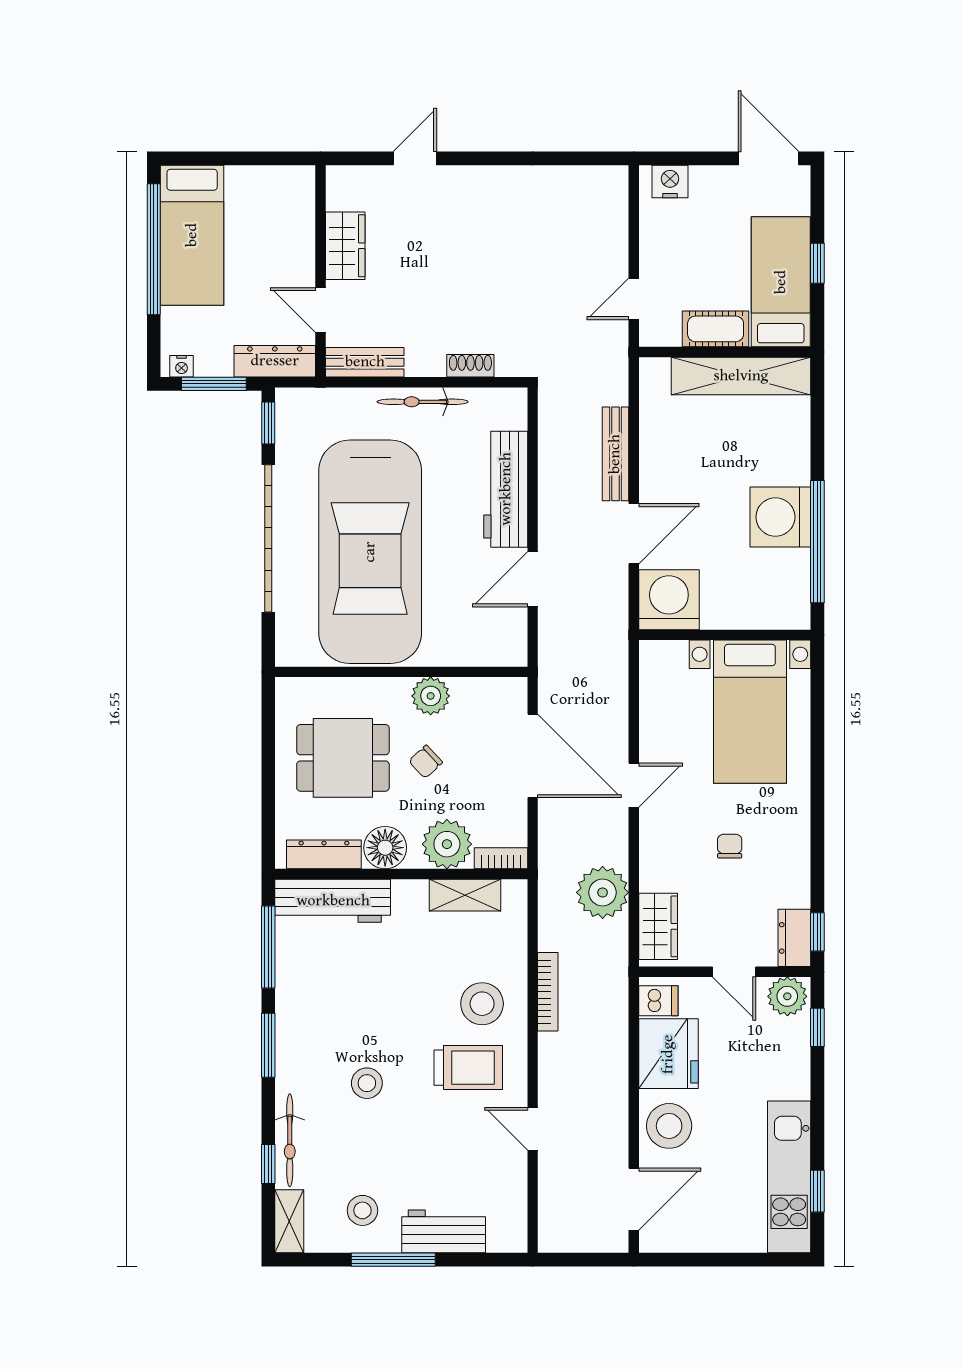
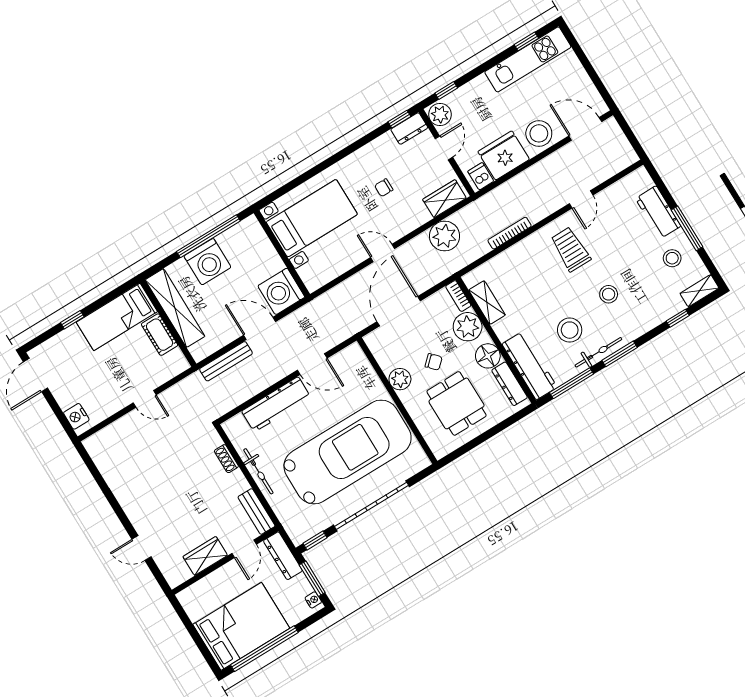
bed: (192, 235) -> (241, 626), width x1.50
bed: (781, 282) -> (117, 317), moved
cot: (716, 329) -> (160, 335), moved
wall: (725, 352) -> (168, 323), moved
shelving: (741, 376) -> (175, 308), moved
stool: (482, 1004) -> (570, 330), moved
bicycle: (290, 1140) -> (599, 352), moved

